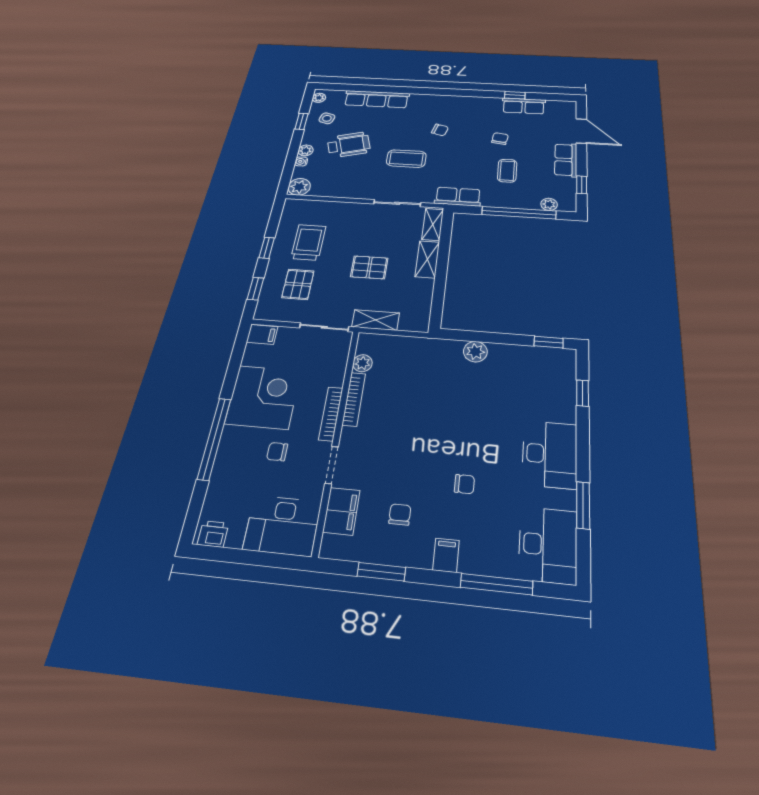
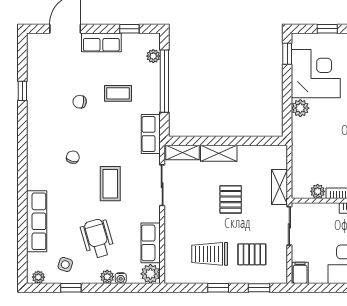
row of seats: (524, 106) -> (151, 243), moved, turned 180
corner desk: (521, 374) -> (316, 74), added

